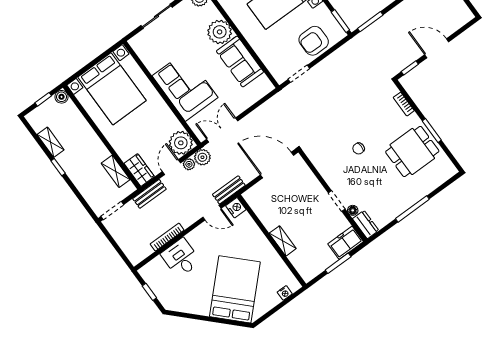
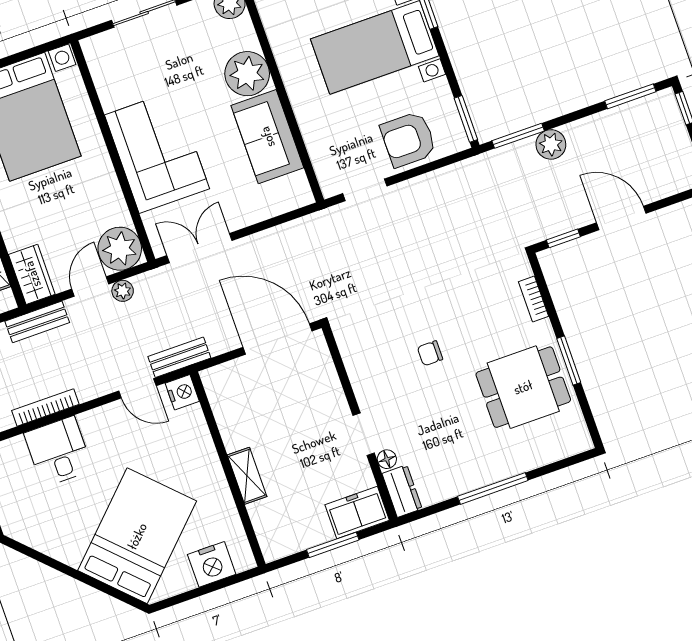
plant: (202, 157) -> (551, 144), moved
nightstand: (285, 293) -> (212, 564), width x1.89, depth x1.79

